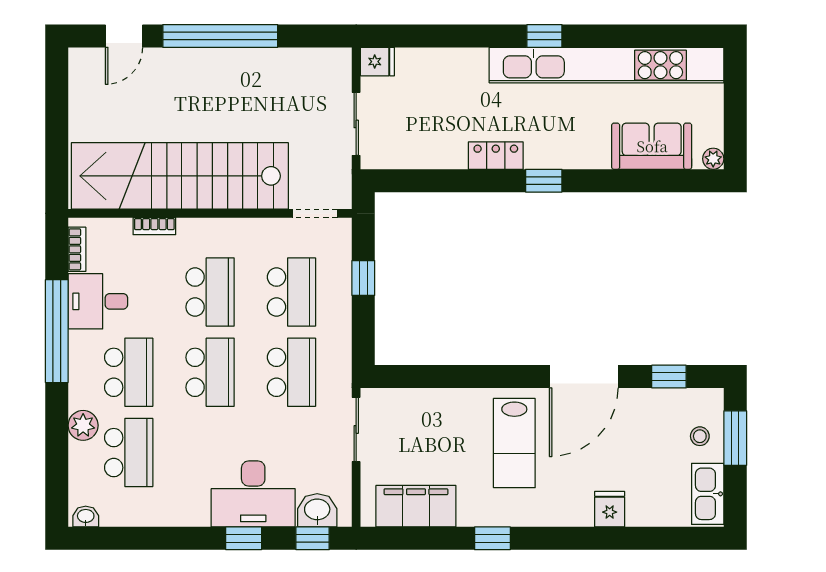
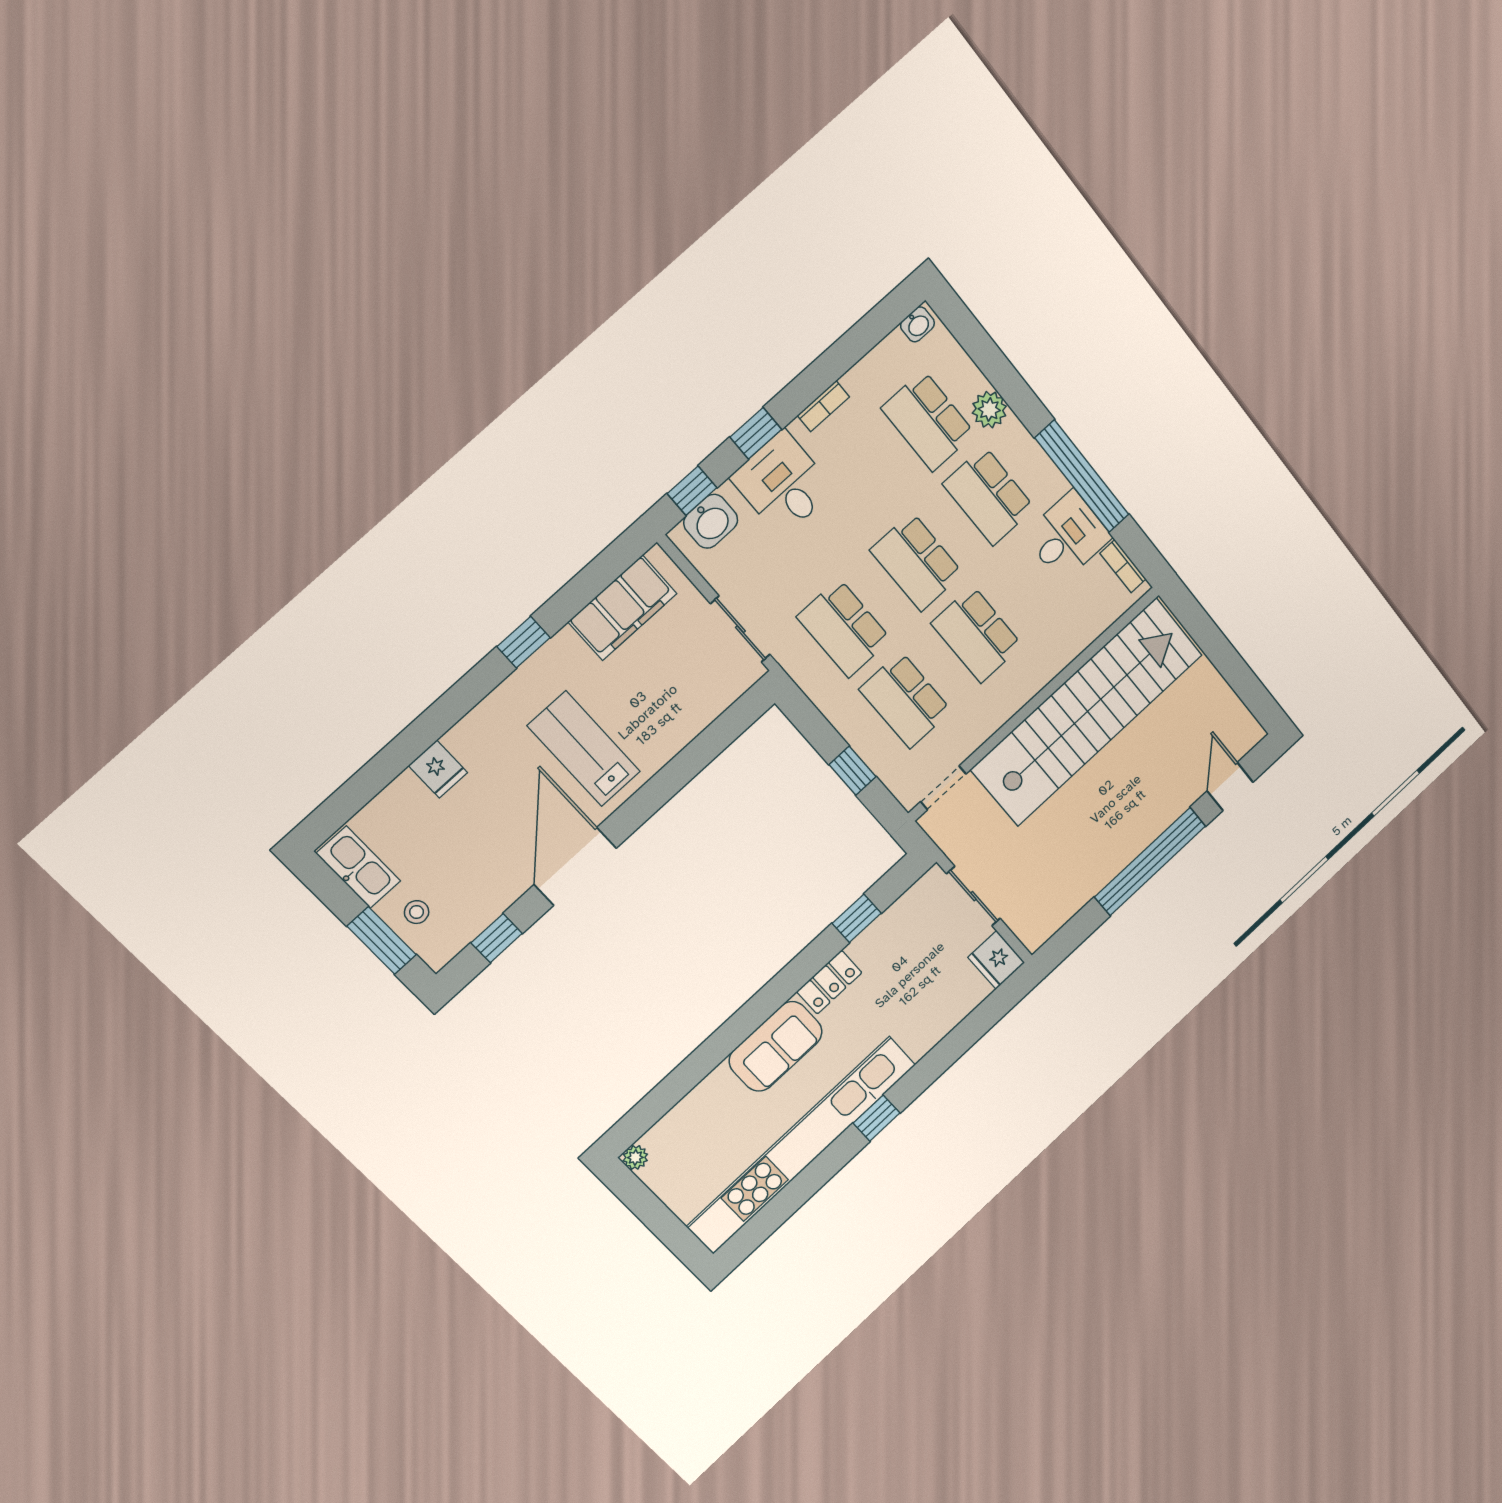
fridge: (377, 62) -> (996, 960), width x1.38
sofa: (652, 146) -> (776, 1046), moved
window: (544, 181) -> (857, 918), moved
bookcase: (154, 226) -> (823, 406), moved, turned 180
desk: (253, 494) -> (783, 484), width x0.73

